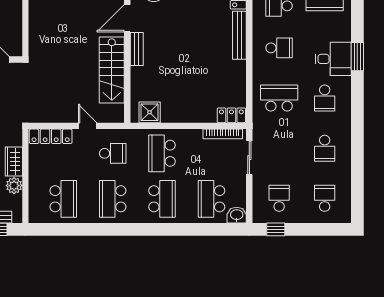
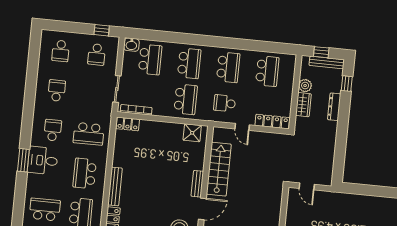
school desk: (279, 48) -> (85, 173), width x1.85
school desk: (63, 199) -> (267, 71), turned 180
school desk: (162, 199) -> (189, 63), turned 180

